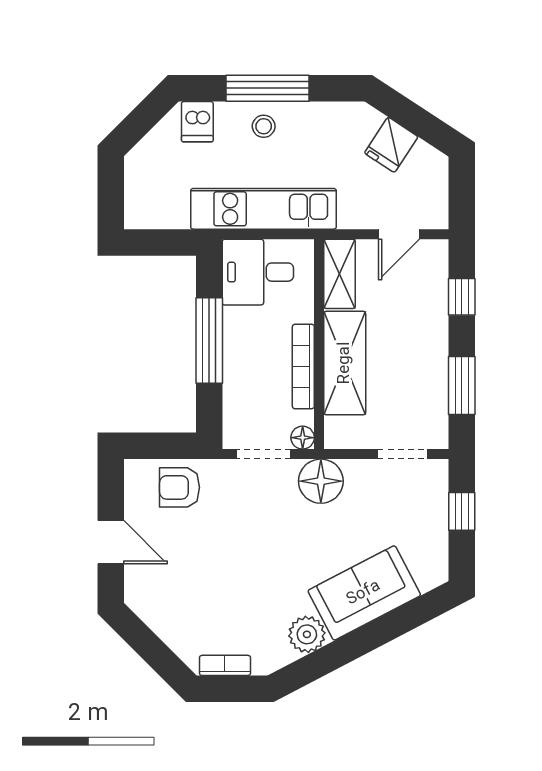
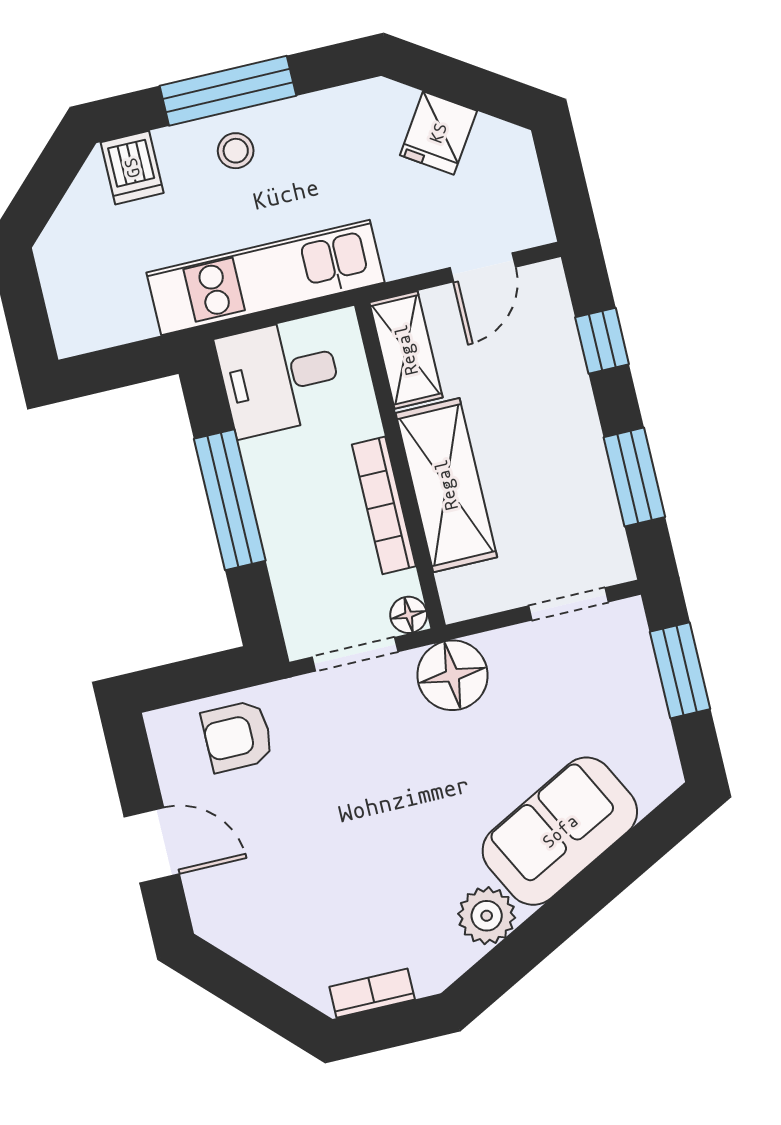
window: (462, 511) -> (680, 670), width x1.50

